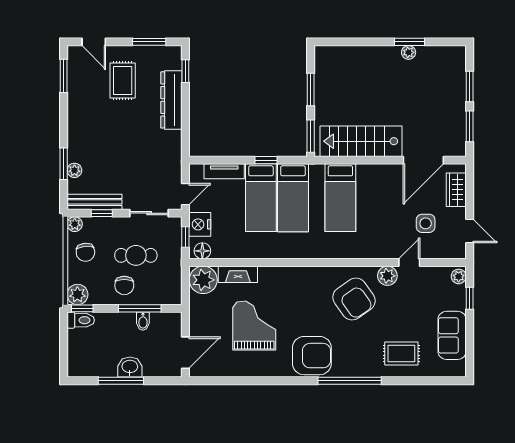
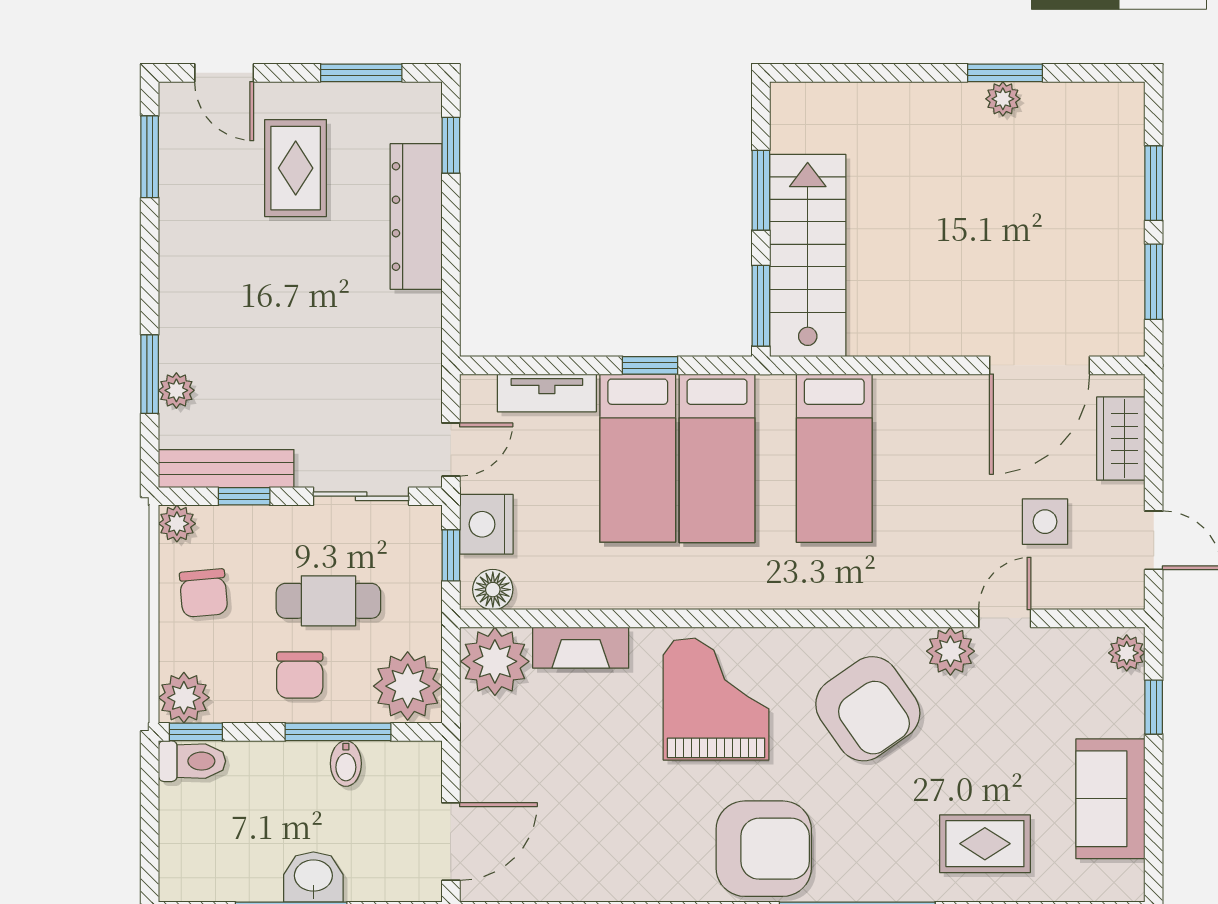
stairs: (361, 141) -> (808, 255), moved, turned 90
plant: (168, 290) -> (408, 686), added
grand piano: (254, 325) -> (716, 699), moved

